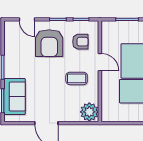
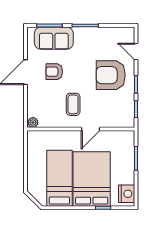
door: (27, 19) -> (136, 51), hinge flipped
armchair: (80, 42) -> (54, 72), moved, turned 90
plant: (89, 112) -> (33, 122), width x0.53, depth x0.53

